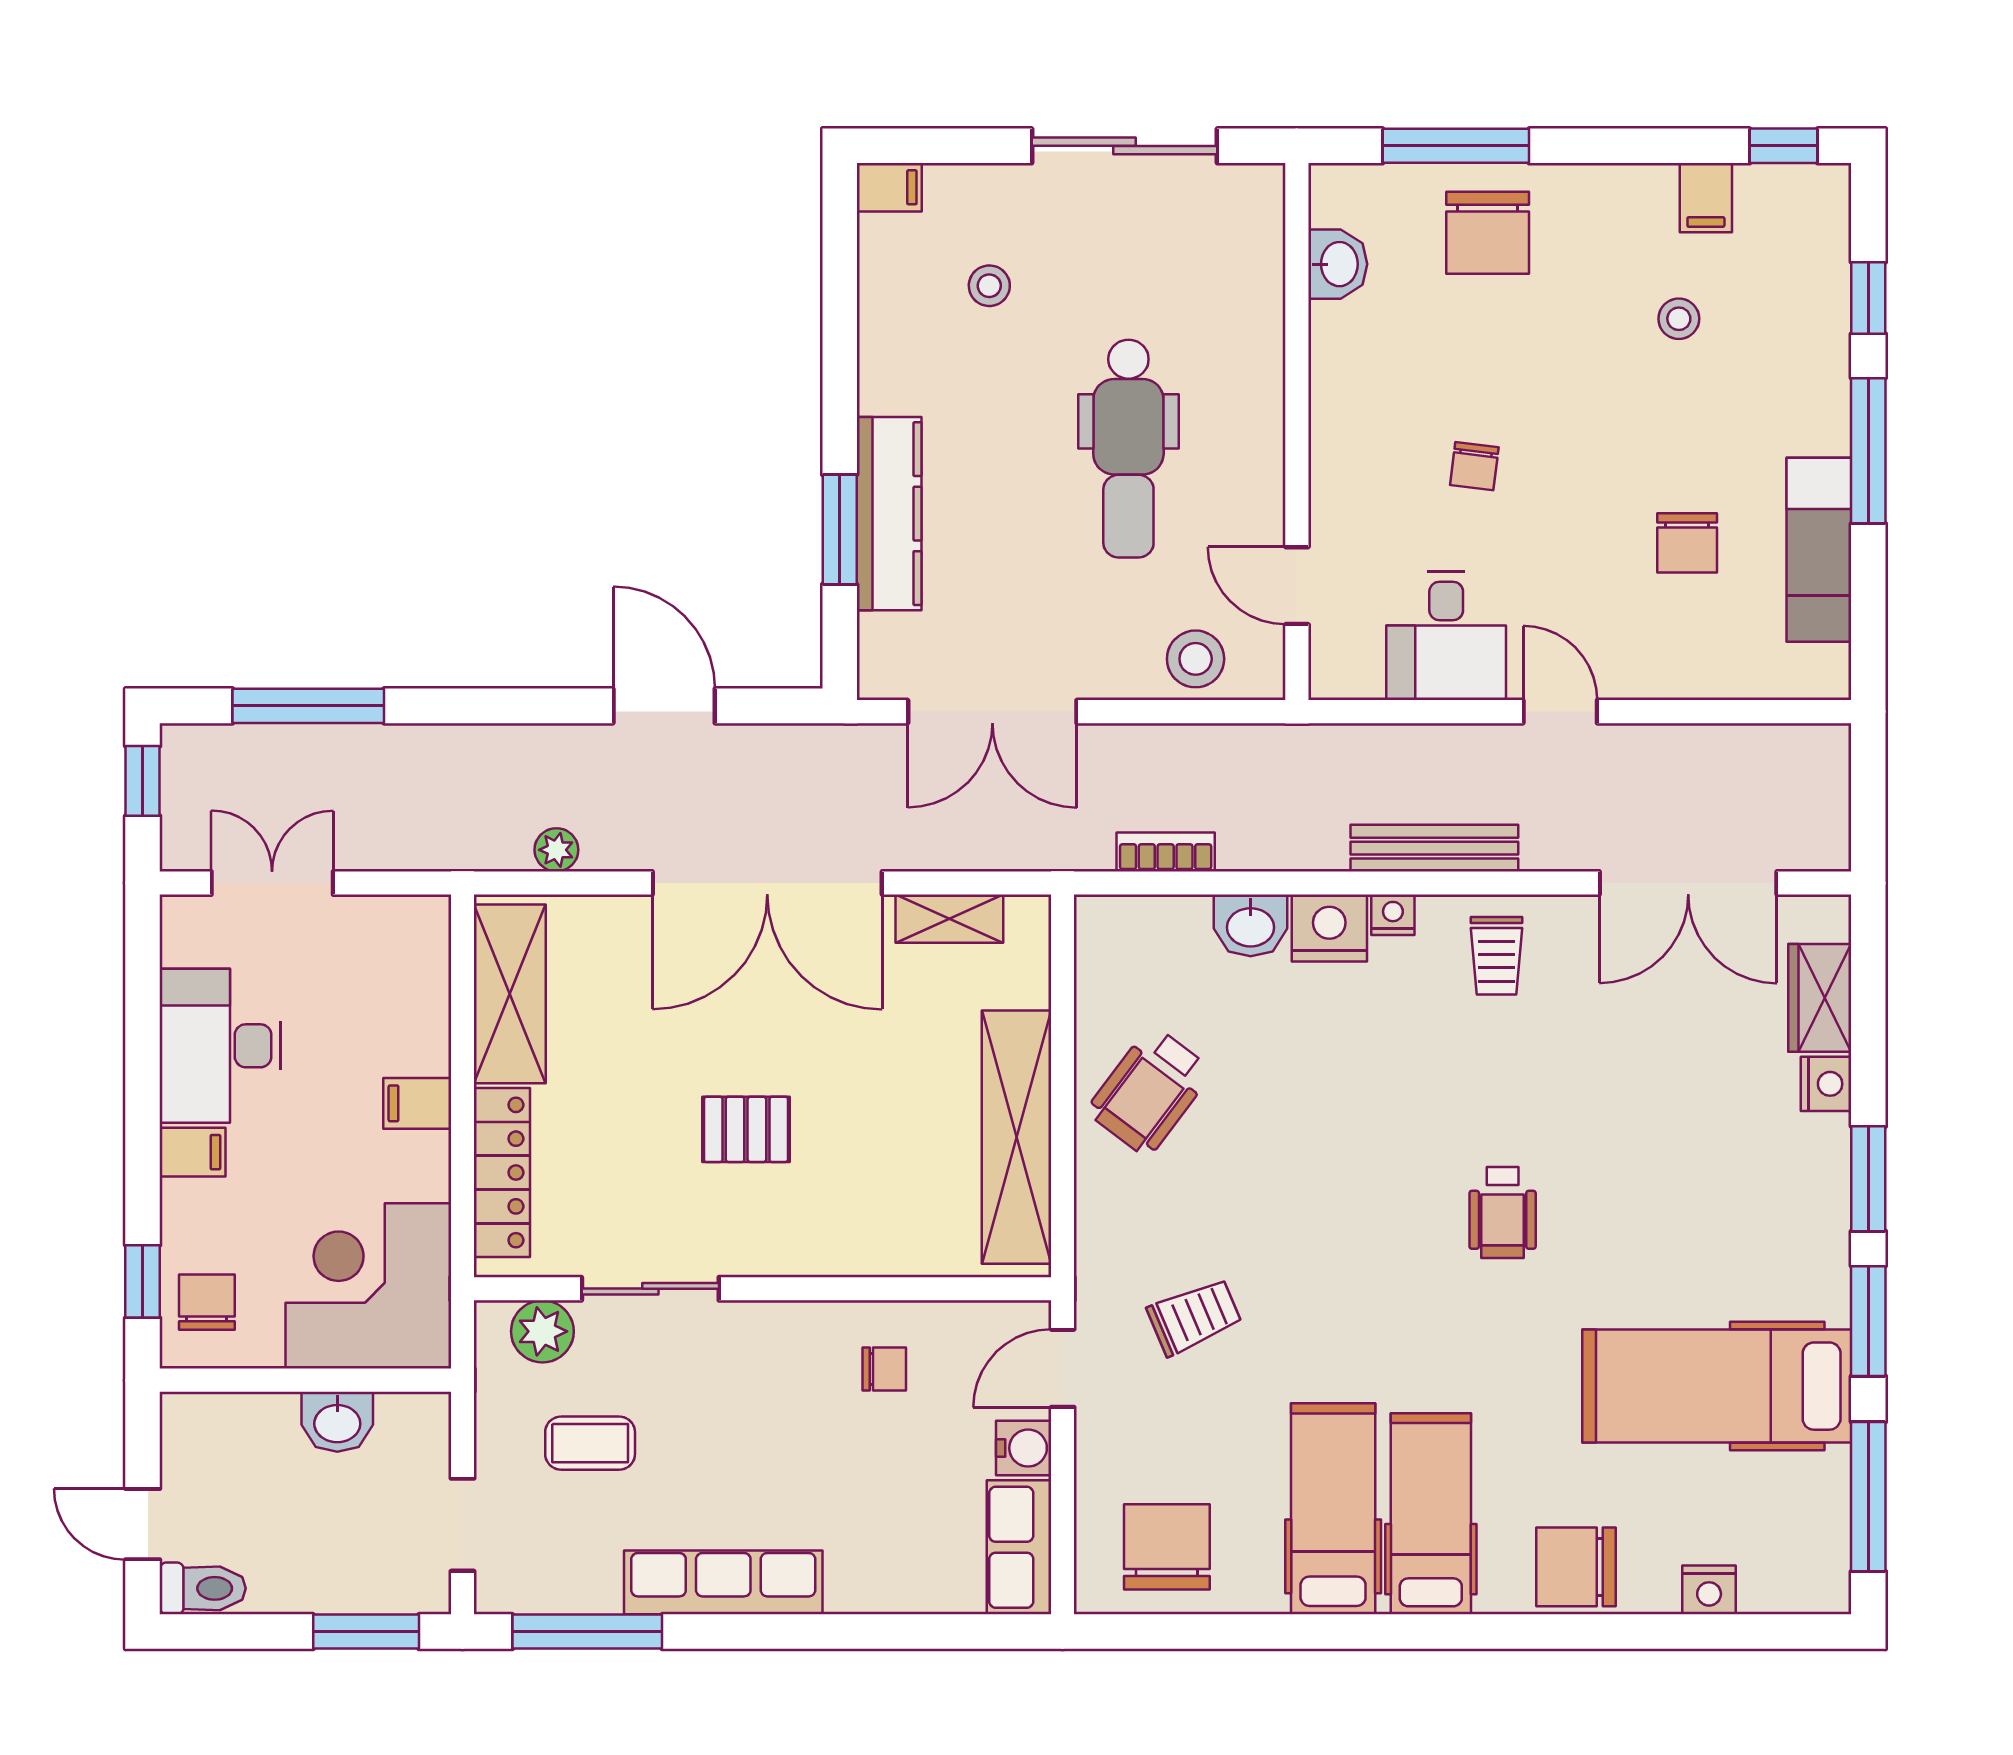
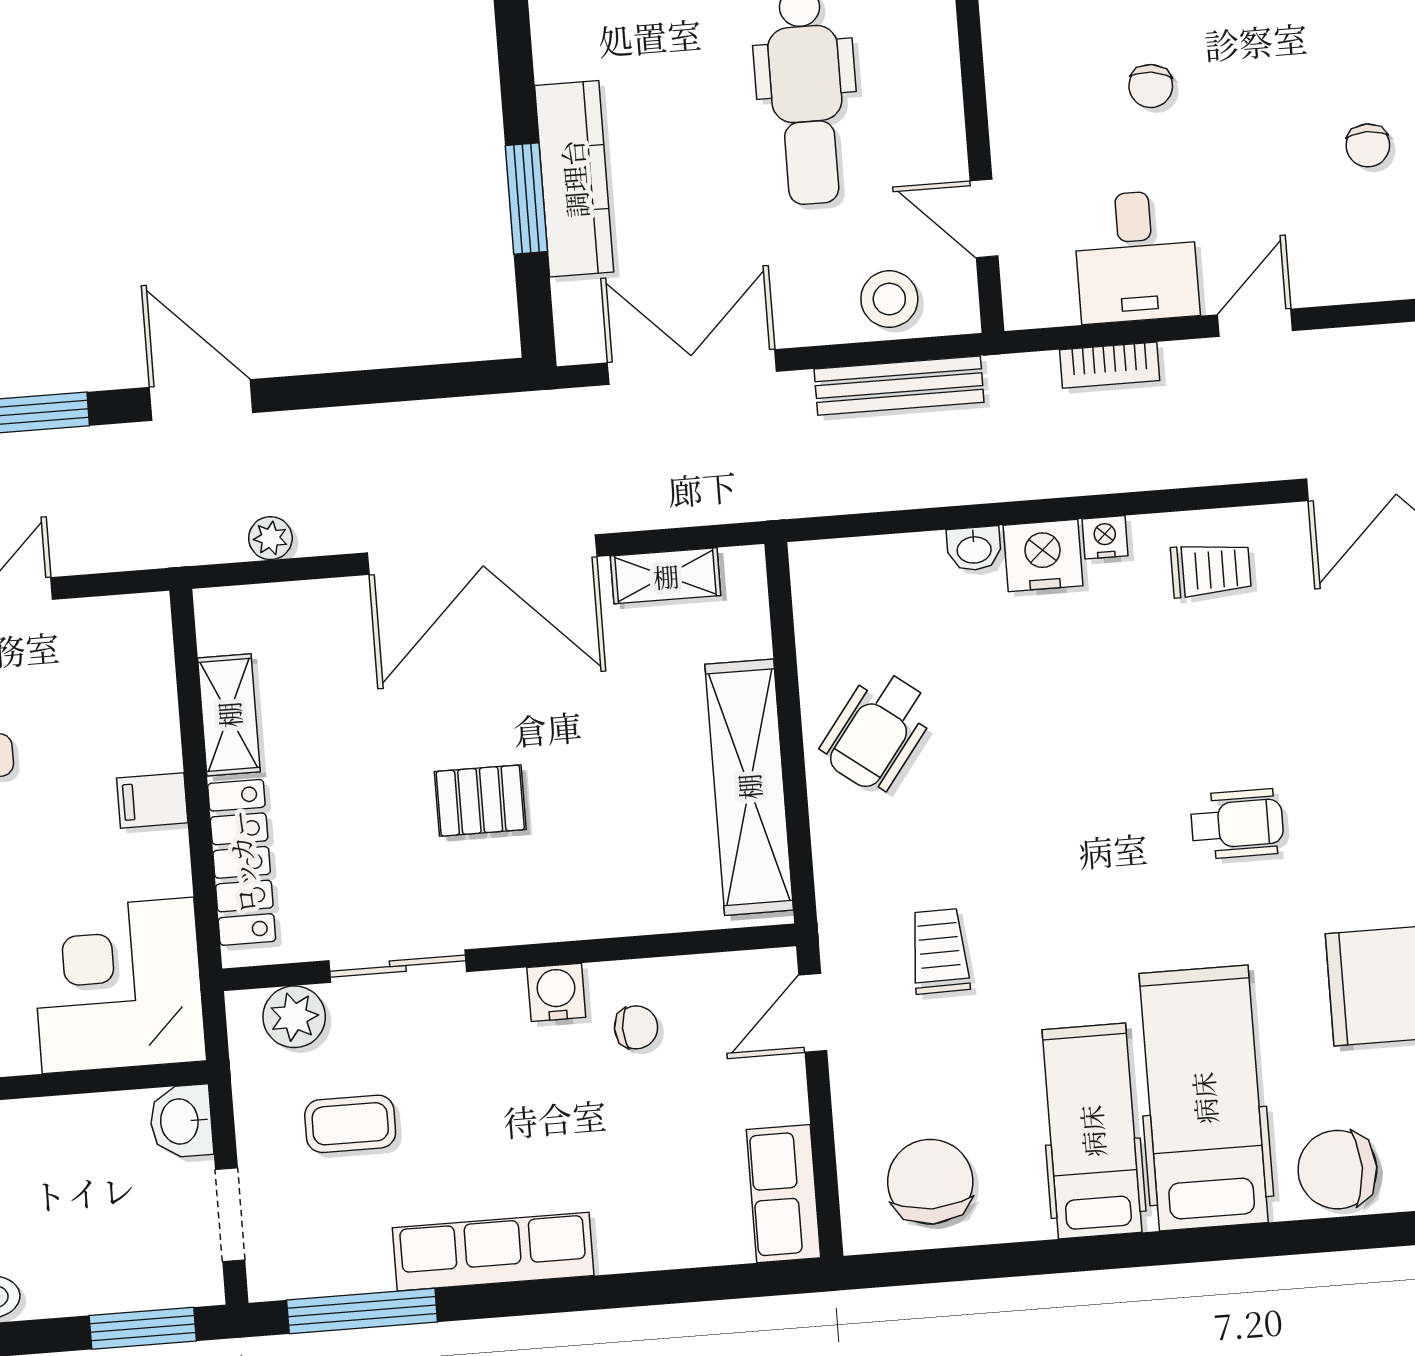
chair: (1687, 543) -> (1368, 145), width x0.73, depth x0.73
door: (664, 706) -> (201, 400), moved
double door: (992, 712) -> (692, 367), swing flipped
door: (1560, 712) -> (1255, 323), hinge flipped
bench: (1434, 848) -> (899, 386), moved
bookcase: (1166, 852) -> (1110, 365), moved, turned 180
washbasin: (1251, 925) -> (974, 549), width x0.72, depth x0.69
trolley: (1497, 956) -> (1211, 570), turned -90
shelving: (510, 994) -> (229, 715), width x0.67, depth x0.75
wheelchair: (1503, 1212) -> (1237, 824), turned -90
trolley: (1194, 1317) -> (940, 951), turned -68
washbasin: (337, 1422) -> (181, 1121), moved, turned 90
water cooler: (1024, 1448) -> (556, 992), moved, turned -90
hospital bed: (1431, 1514) -> (1204, 1098), width x1.37, depth x1.29

